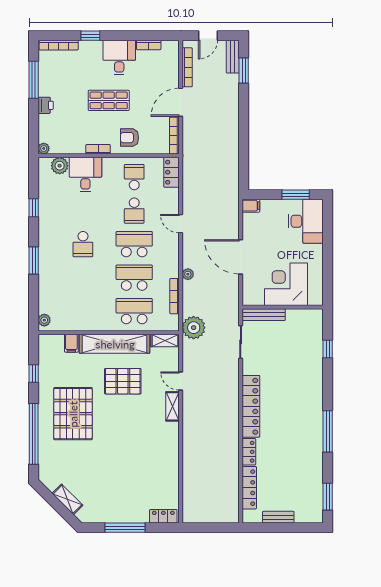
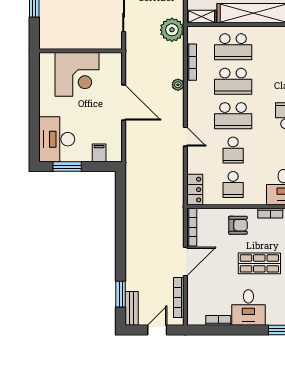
filing cabinet: (251, 206) -> (99, 153), moved, turned 90
school desk: (134, 211) -> (233, 150), turned 180
bench: (264, 315) -> (100, 43), removed

